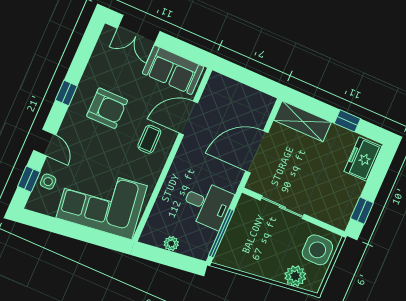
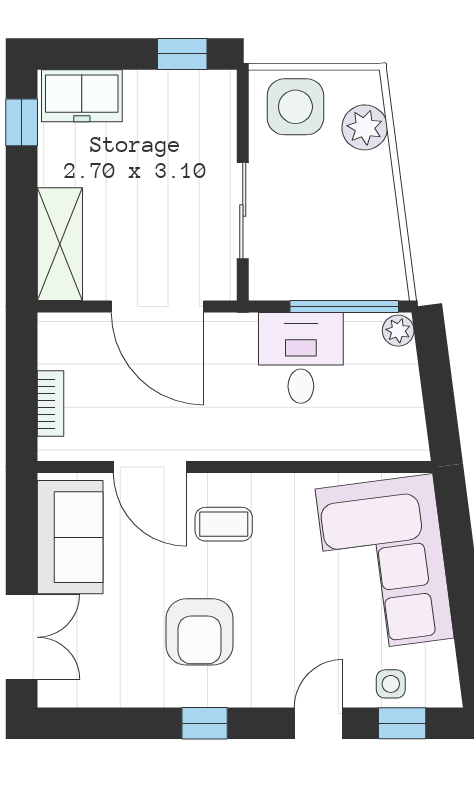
bookcase: (235, 87) -> (50, 404), added
armchair: (107, 108) -> (199, 632), turned 180
window: (347, 121) -> (22, 122), moved
plant: (171, 244) -> (398, 331), moved

